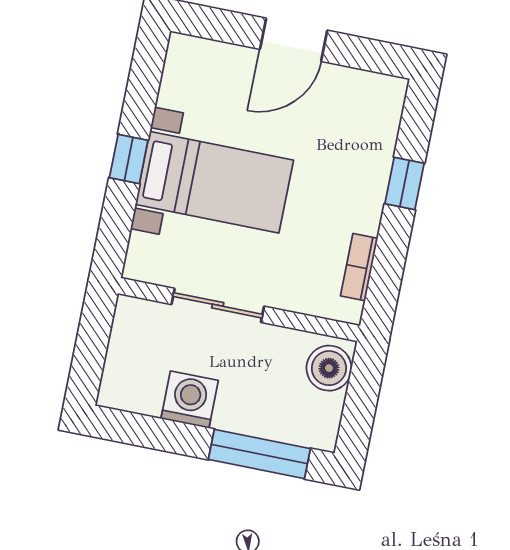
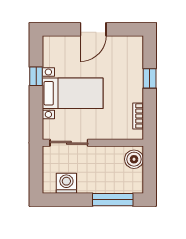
window: (129, 159) -> (36, 76), moved
sliding door: (218, 305) -> (69, 143), moved
washing machine: (190, 400) -> (66, 183), moved

